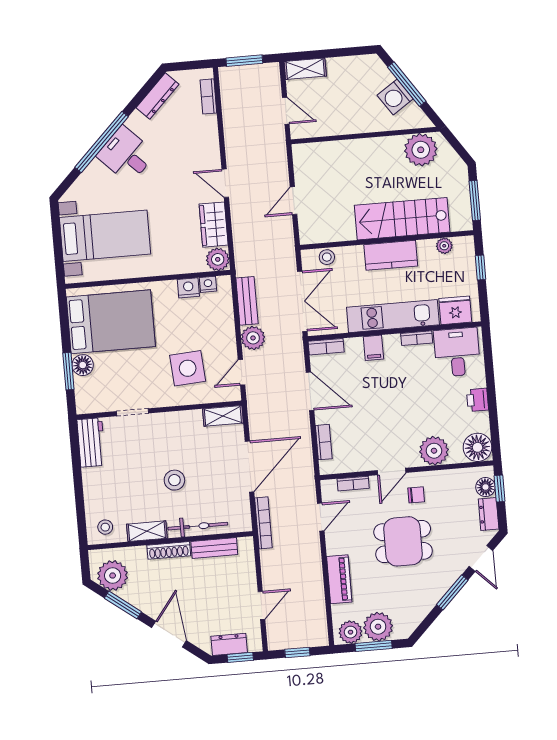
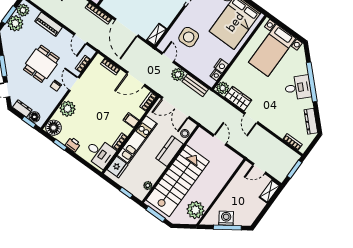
door: (225, 183) -> (251, 118), swing flipped
stairs: (402, 219) -> (178, 181), width x1.36, depth x1.51
kitchen counter: (391, 255) -> (170, 151), moved
window: (493, 417) -> (60, 145), added

